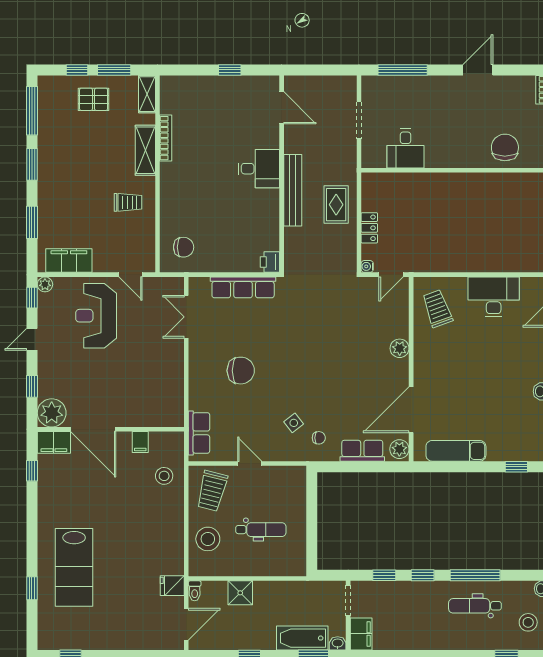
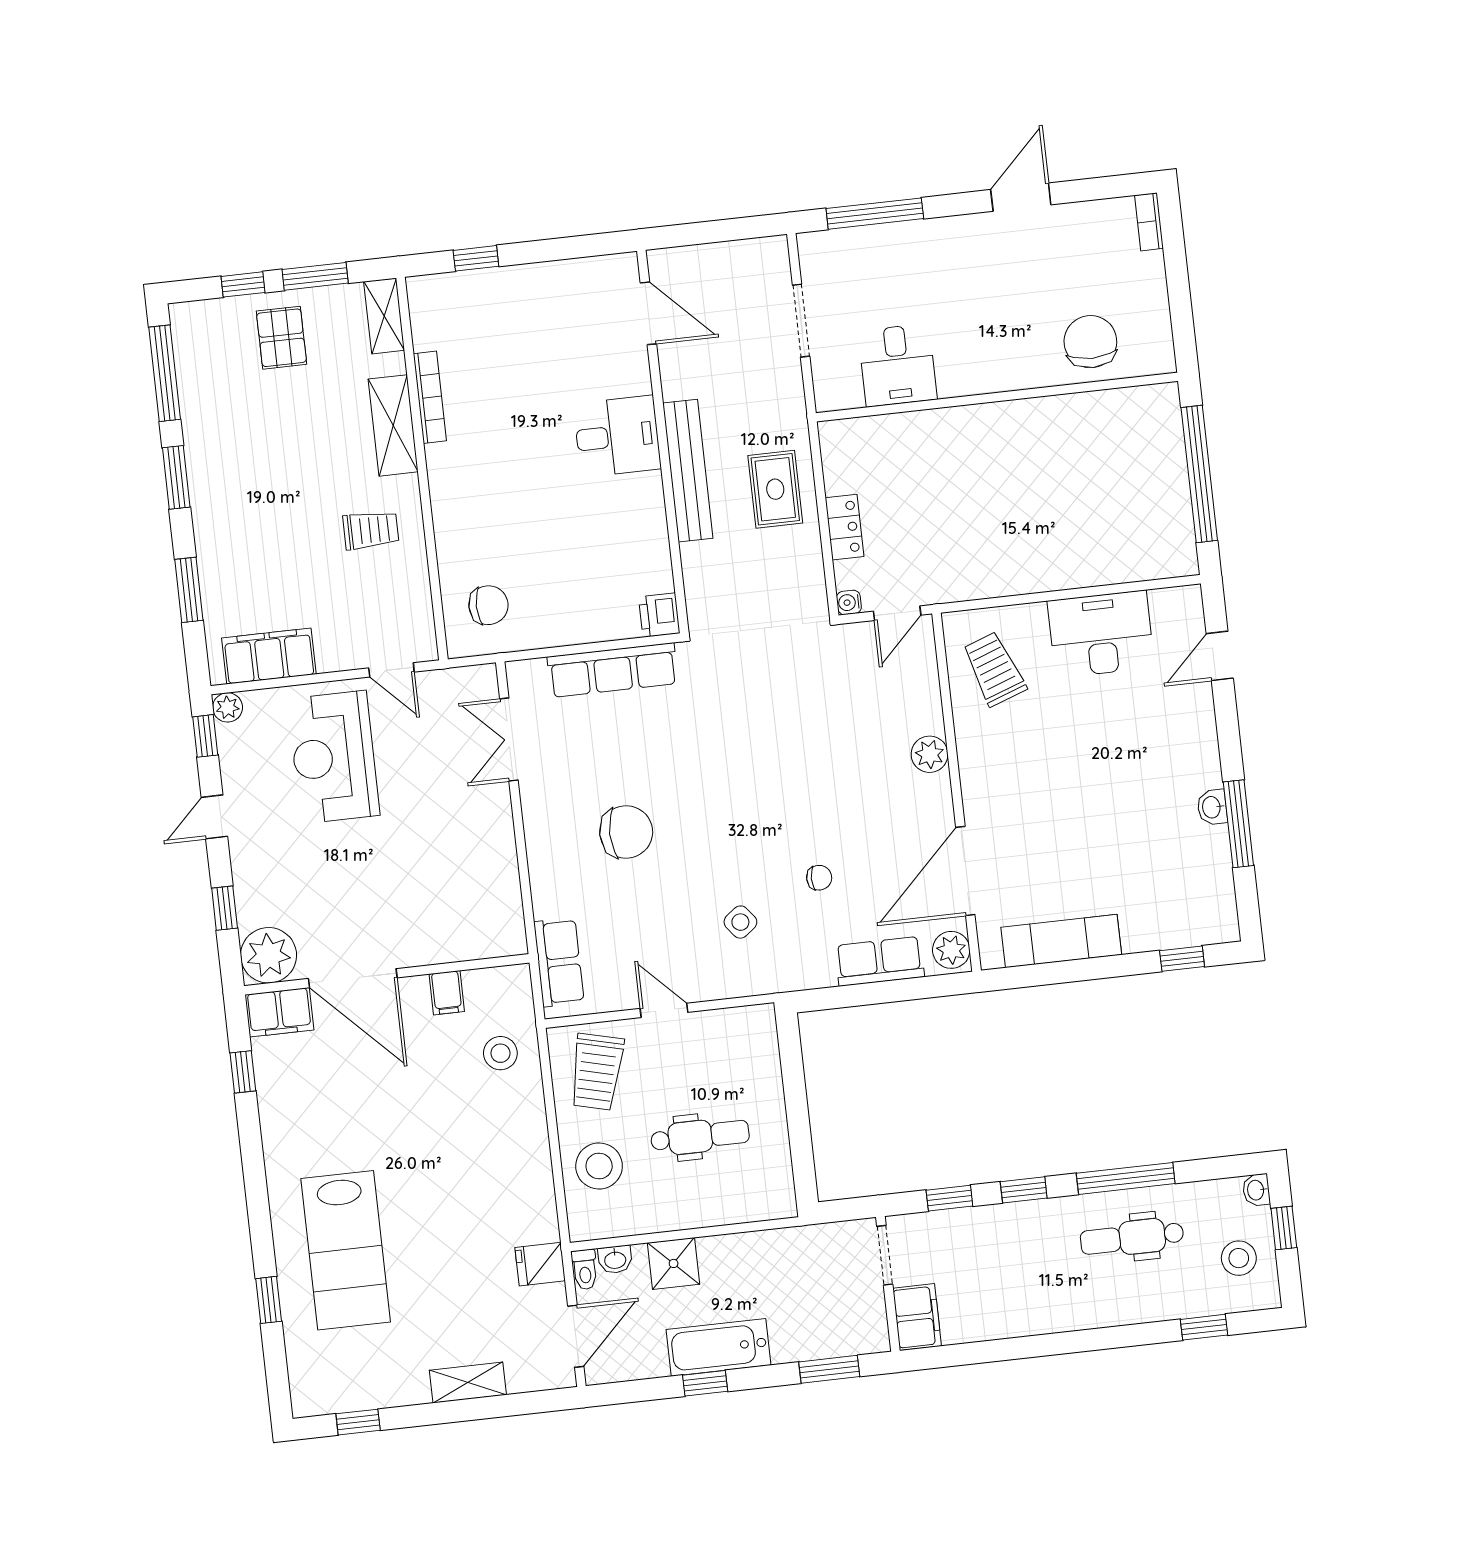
window: (230, 70) -> (476, 258), moved
pallet: (94, 99) -> (281, 338), turned 90
chair: (319, 438) -> (819, 878), moved
bathtub: (302, 638) -> (719, 1347), moved
shelving: (129, 642) -> (468, 1383), added
washbasin: (338, 643) -> (615, 1260), moved, turned 180

